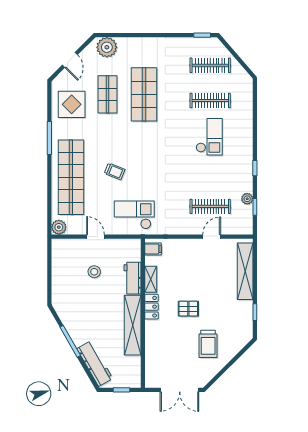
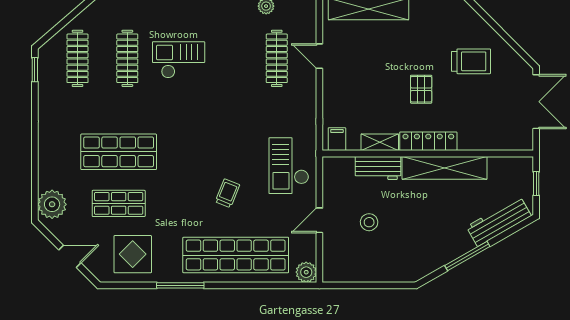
locker: (152, 307) -> (428, 141), width x1.53

